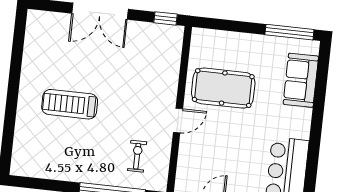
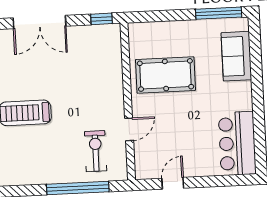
door: (178, 120) -> (129, 129), moved
exercise bike: (137, 156) -> (96, 151), width x1.38, depth x1.39

